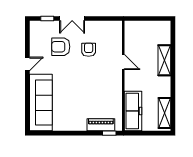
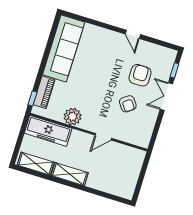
armchair: (89, 50) -> (128, 104), turned 54
shelving: (164, 60) -> (70, 174), moved
plant: (114, 94) -> (73, 117), added
sofa: (41, 103) -> (64, 48), moved, turned -90

